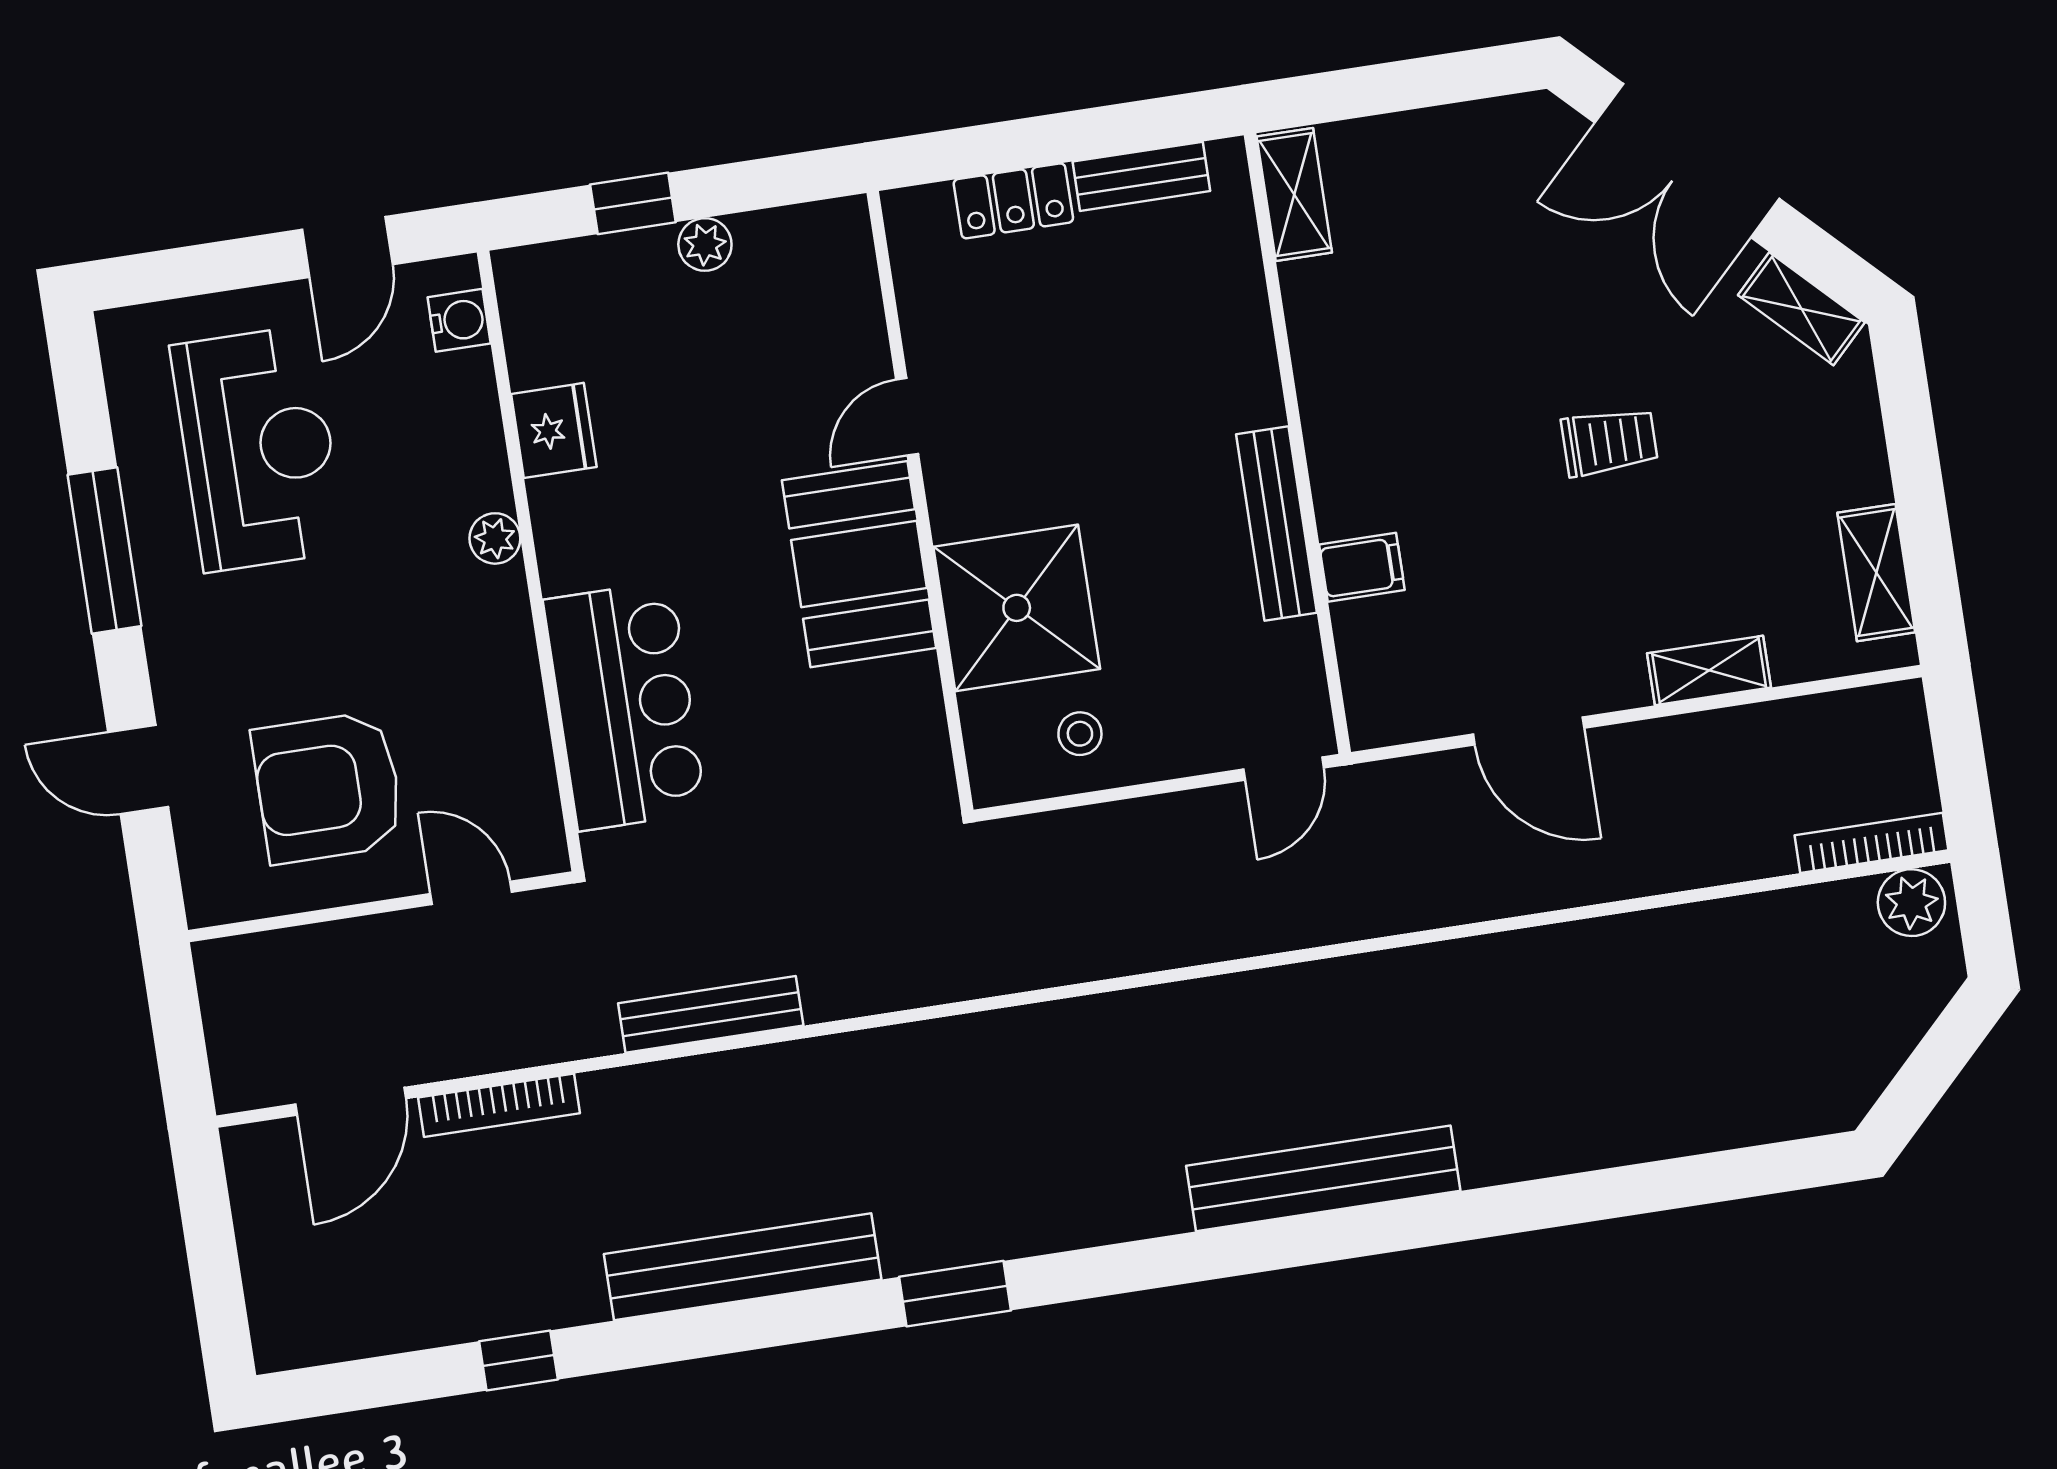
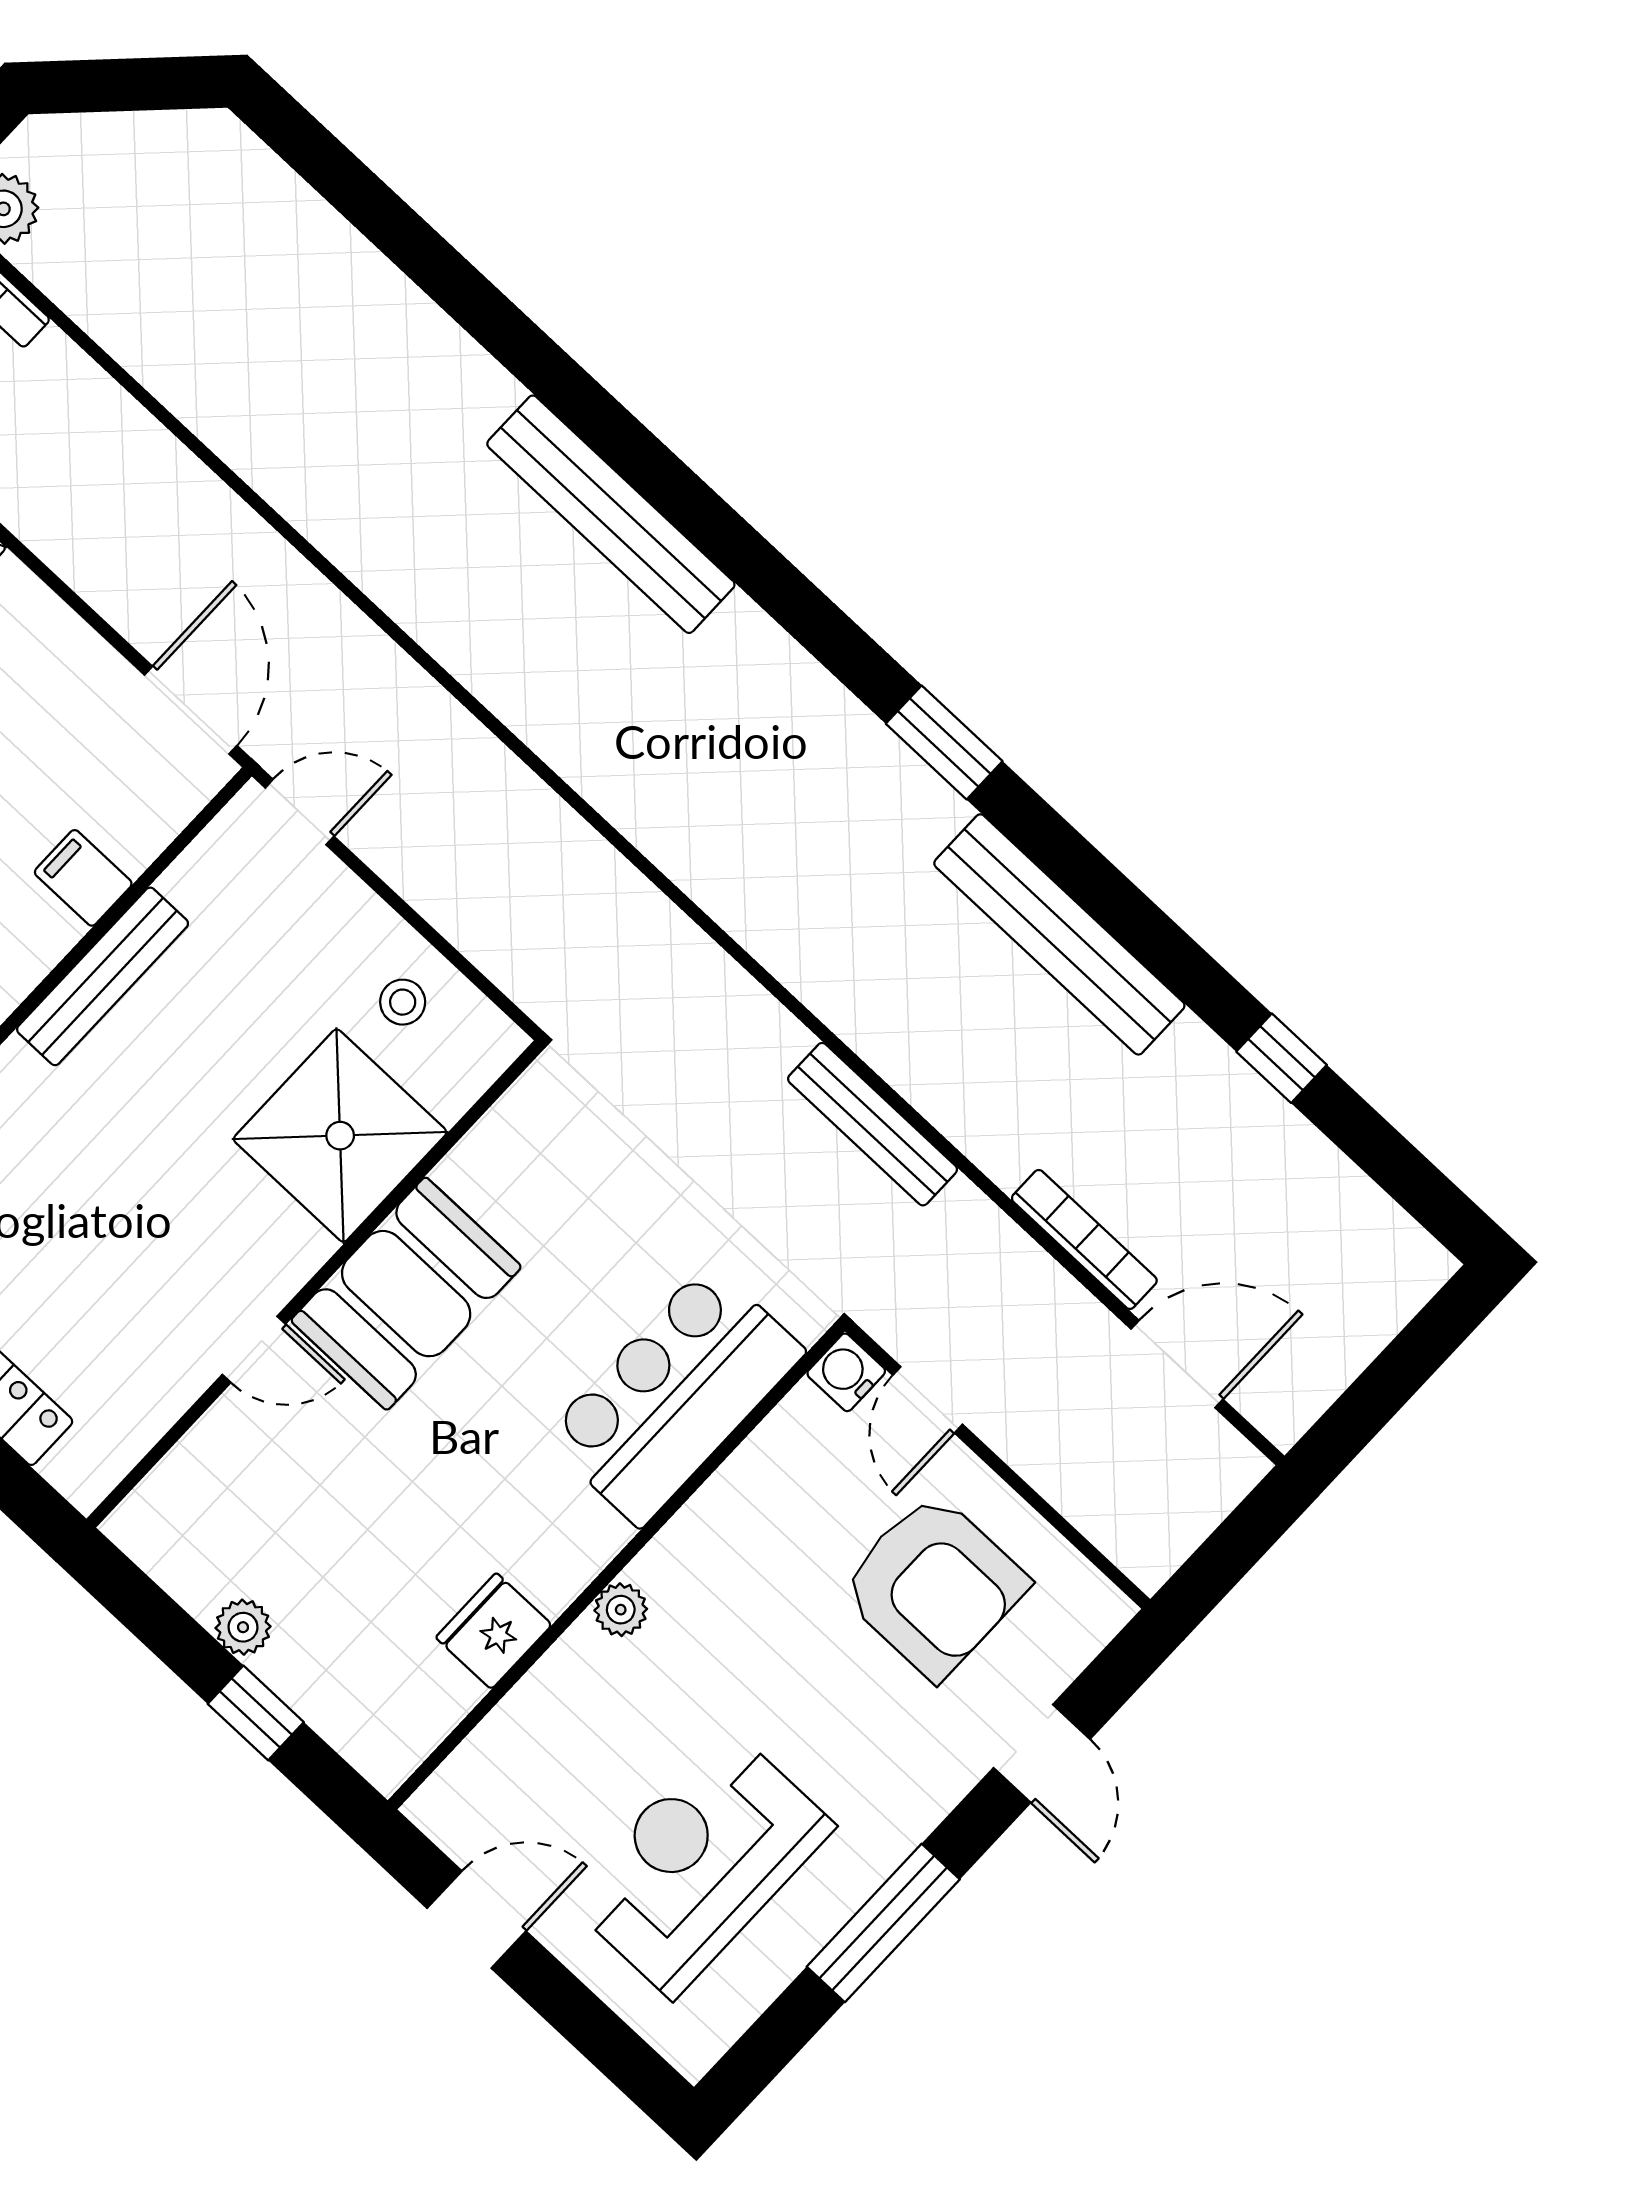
water cooler: (459, 320) -> (846, 1372), moved
door: (1529, 731) -> (191, 710), moved

